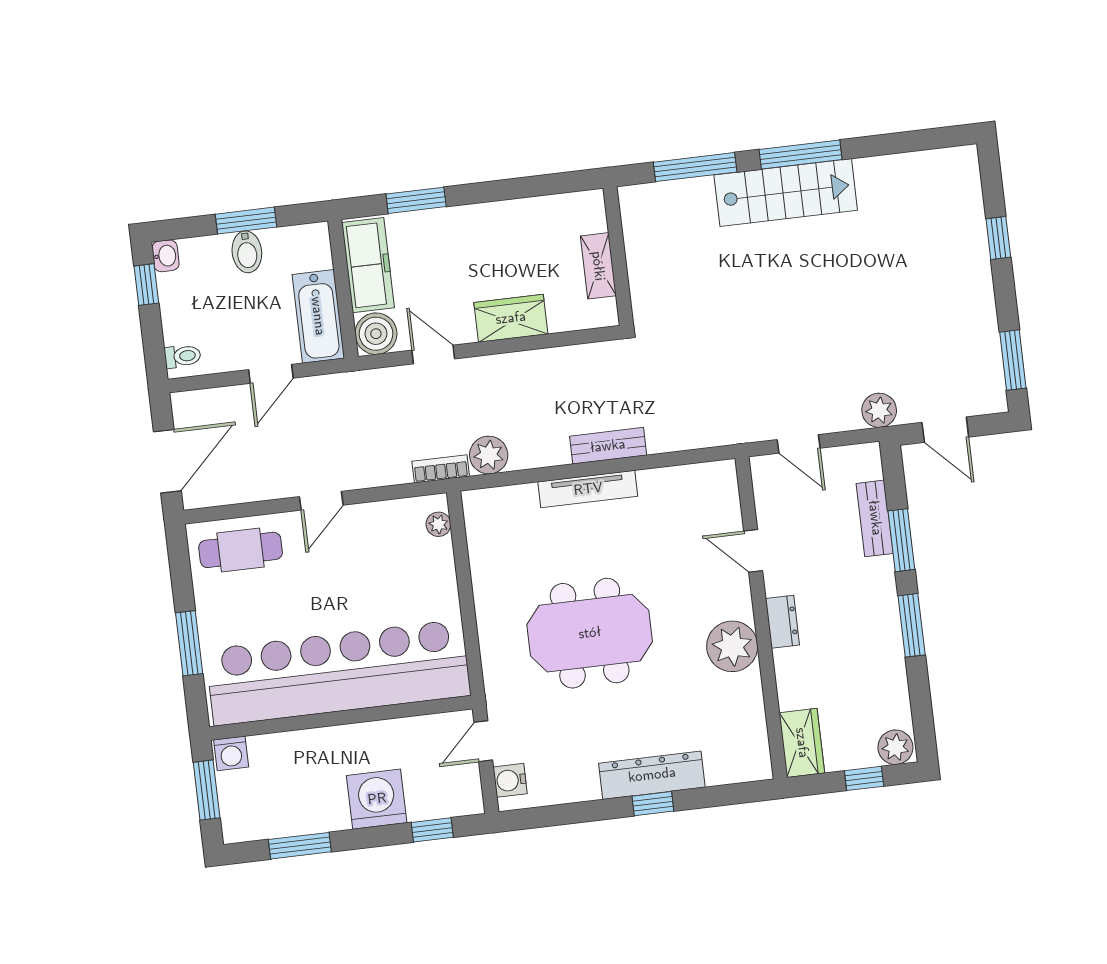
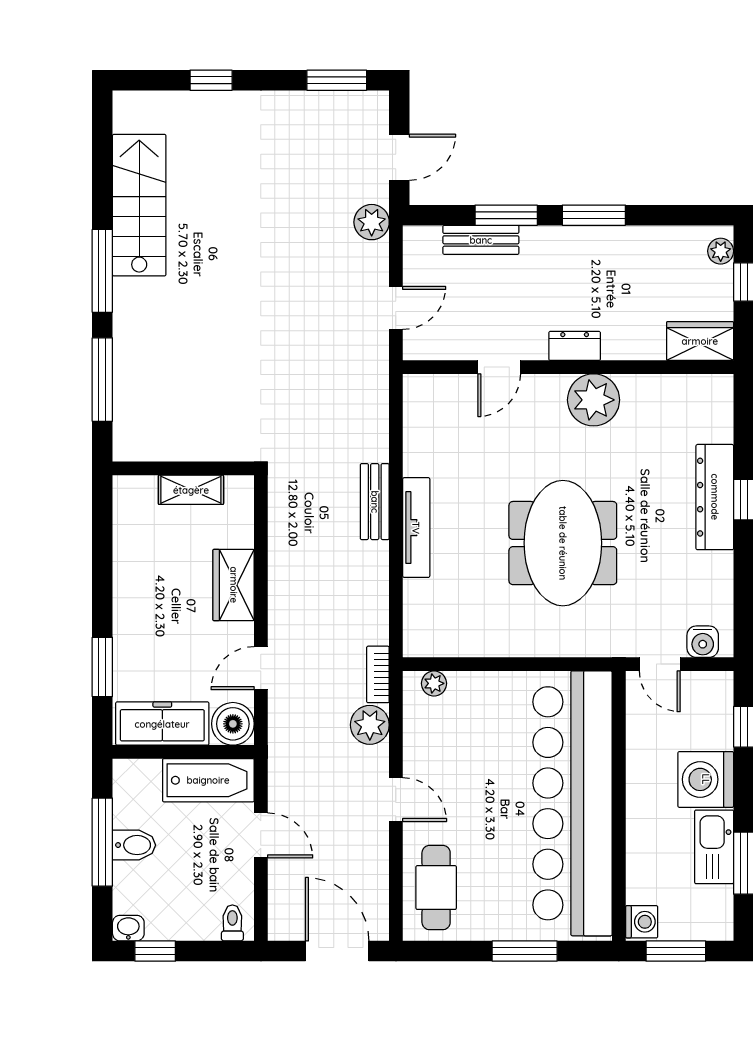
stairs: (786, 193) -> (139, 205), moved
window: (246, 221) -> (102, 842), width x1.44
plant: (489, 455) -> (370, 725), moved
plant: (895, 747) -> (721, 251), width x0.73, depth x0.73
kitchen sink: (312, 815) -> (714, 847), added

